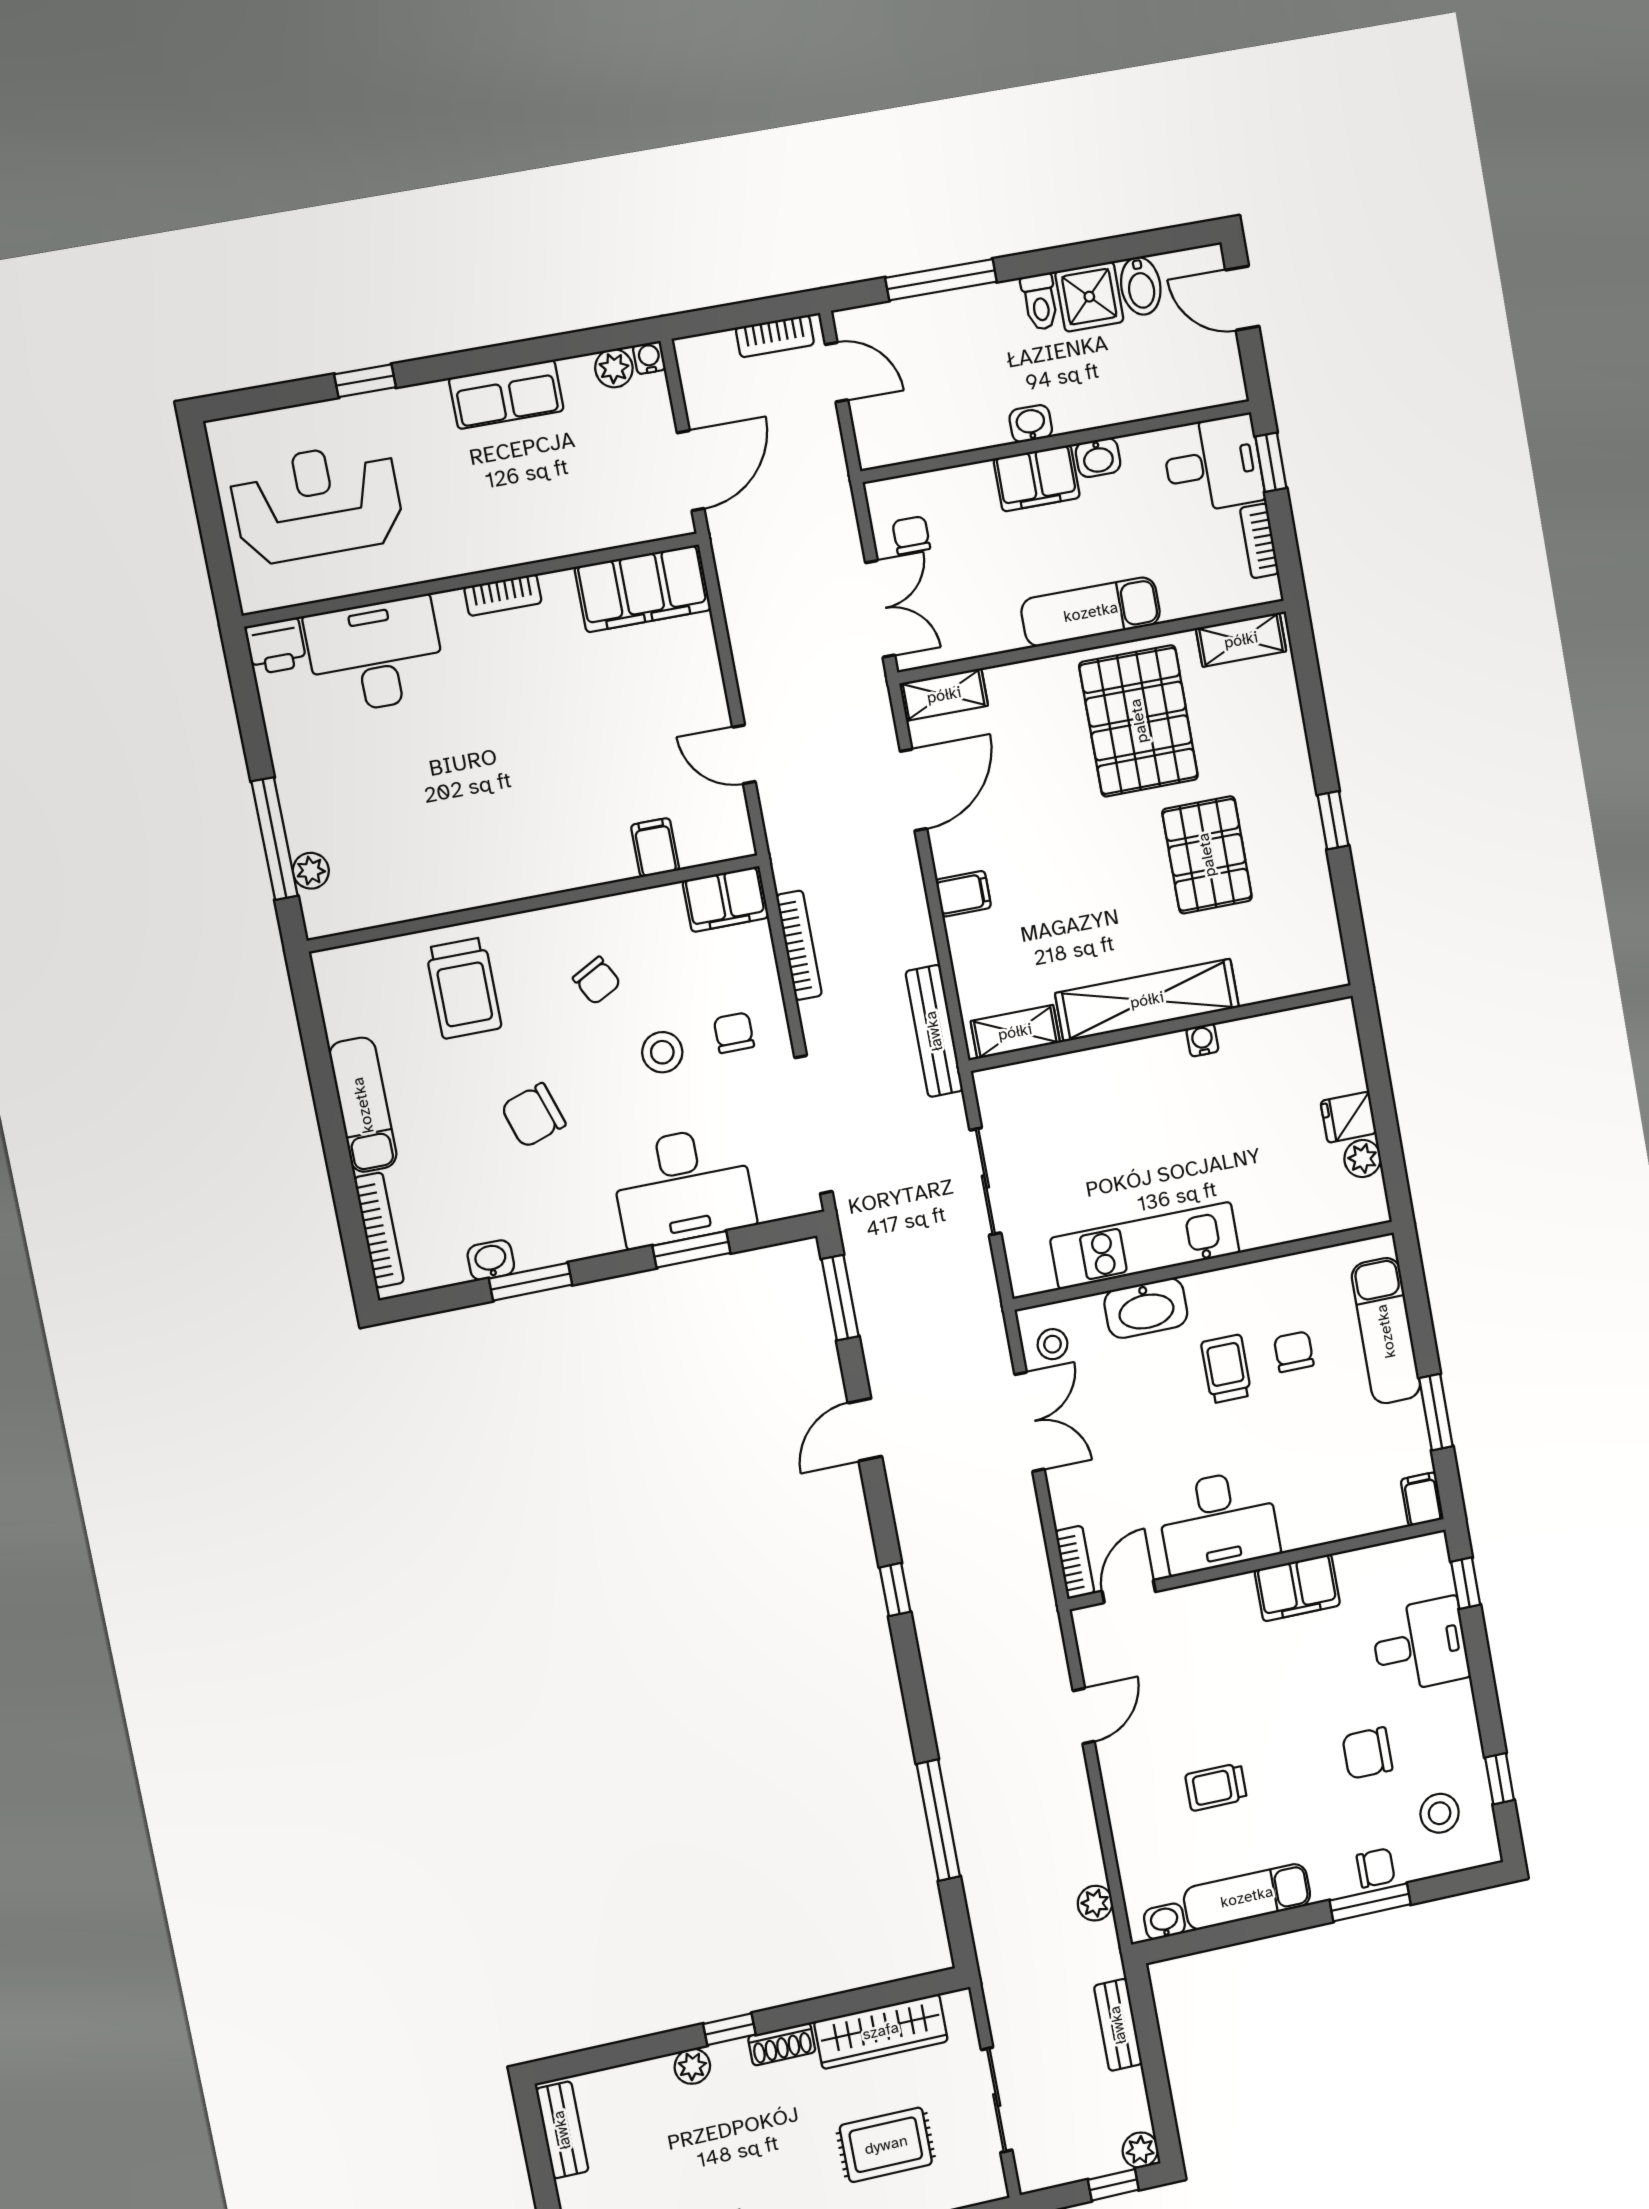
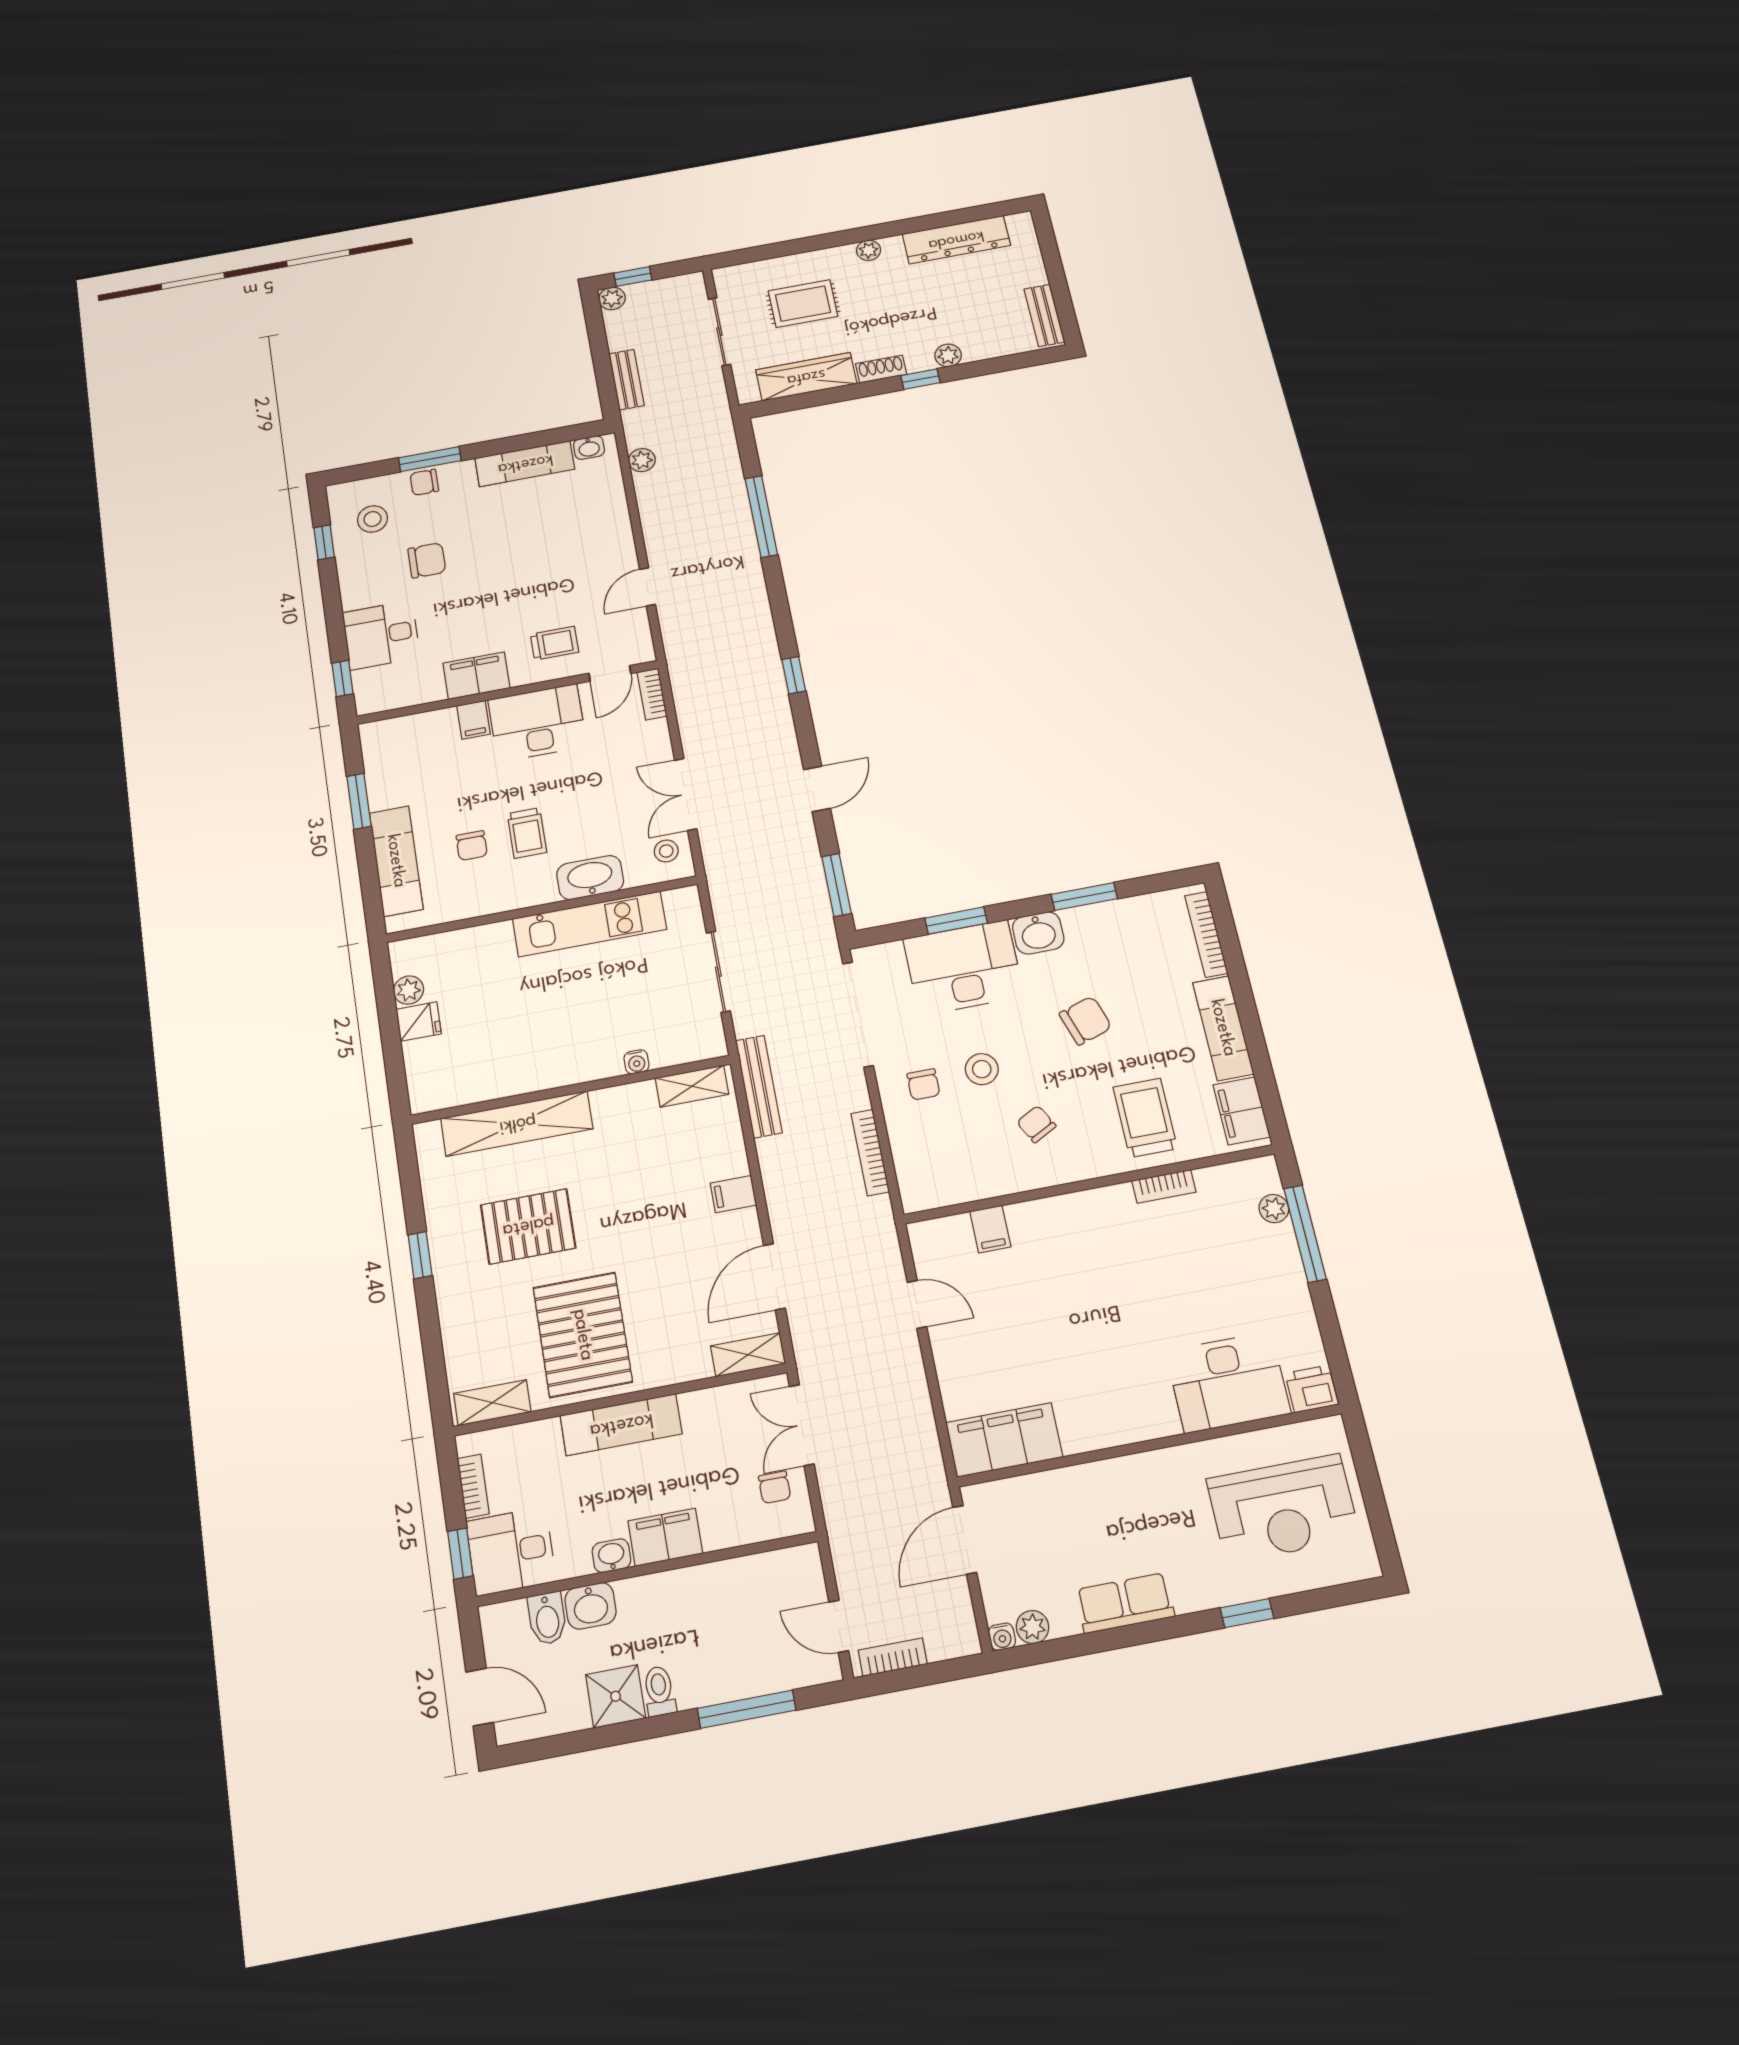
bidet: (1141, 286) -> (547, 1618), moved, turned 180
washbasin: (1031, 424) -> (591, 1606), moved, width x1.38, depth x1.45
bookcase: (503, 595) -> (1164, 1186), moved, turned 180
pallet: (1207, 855) -> (528, 1226), turned 90
filing cabinet: (725, 899) -> (1242, 1111), moved, turned -90
shelving: (1147, 1000) -> (517, 1124), moved
water cooler: (1202, 1040) -> (636, 1062), moved
washbasin: (491, 1260) -> (1038, 933), moved, width x1.38, depth x1.45
filing cabinet: (1422, 1499) -> (473, 720), moved
trolley: (1216, 1787) -> (555, 643), moved

